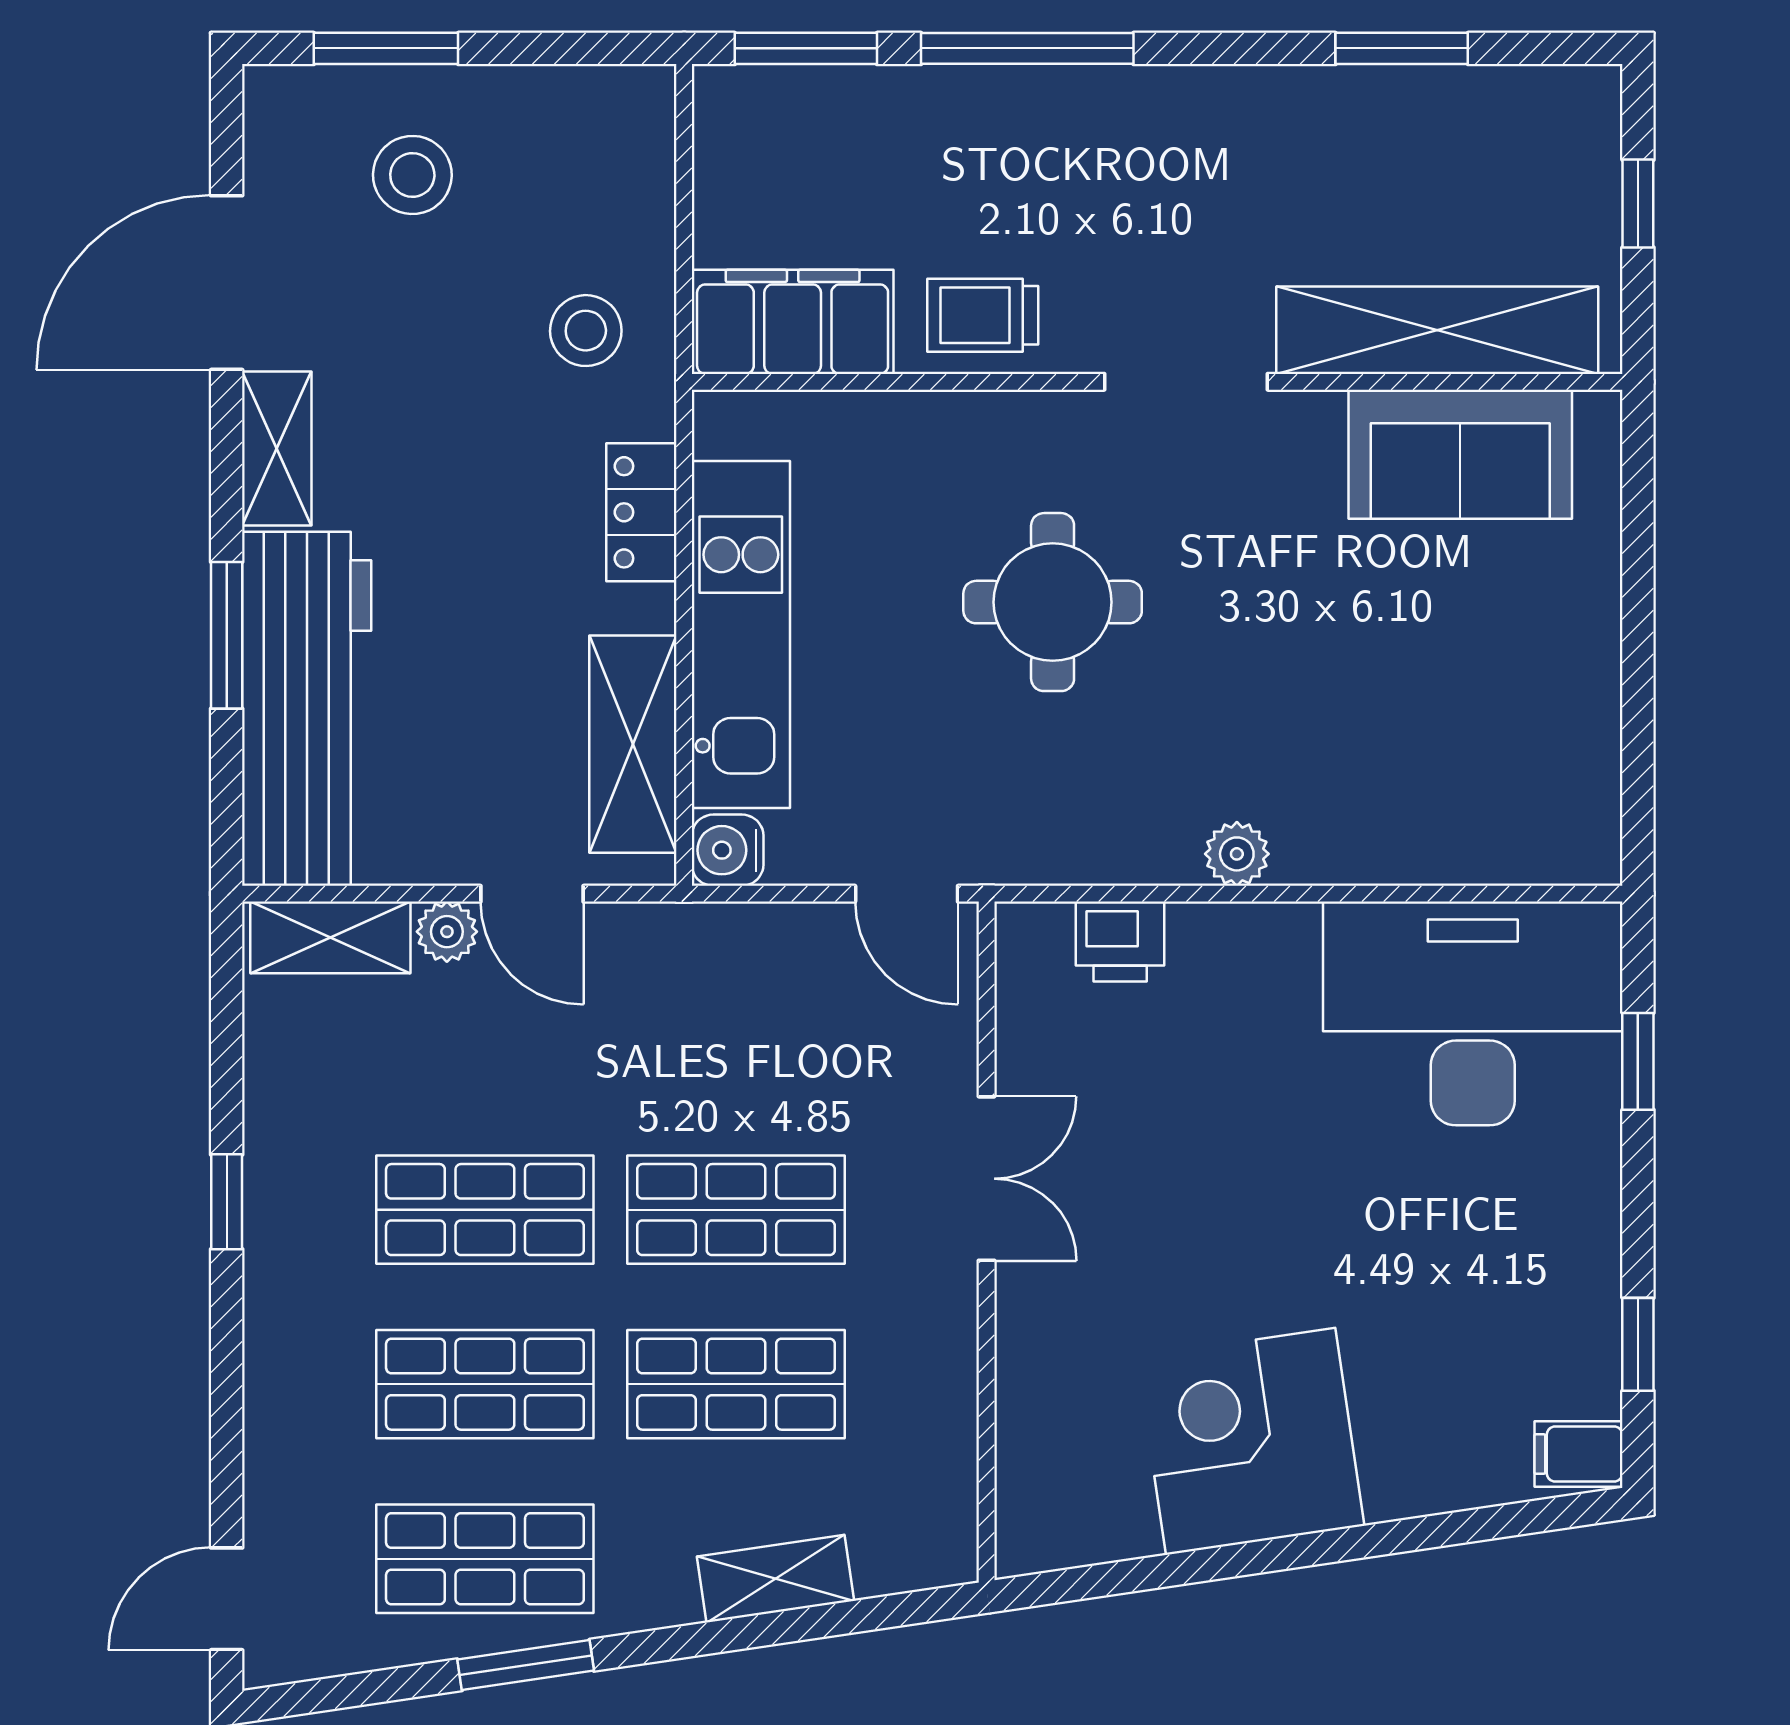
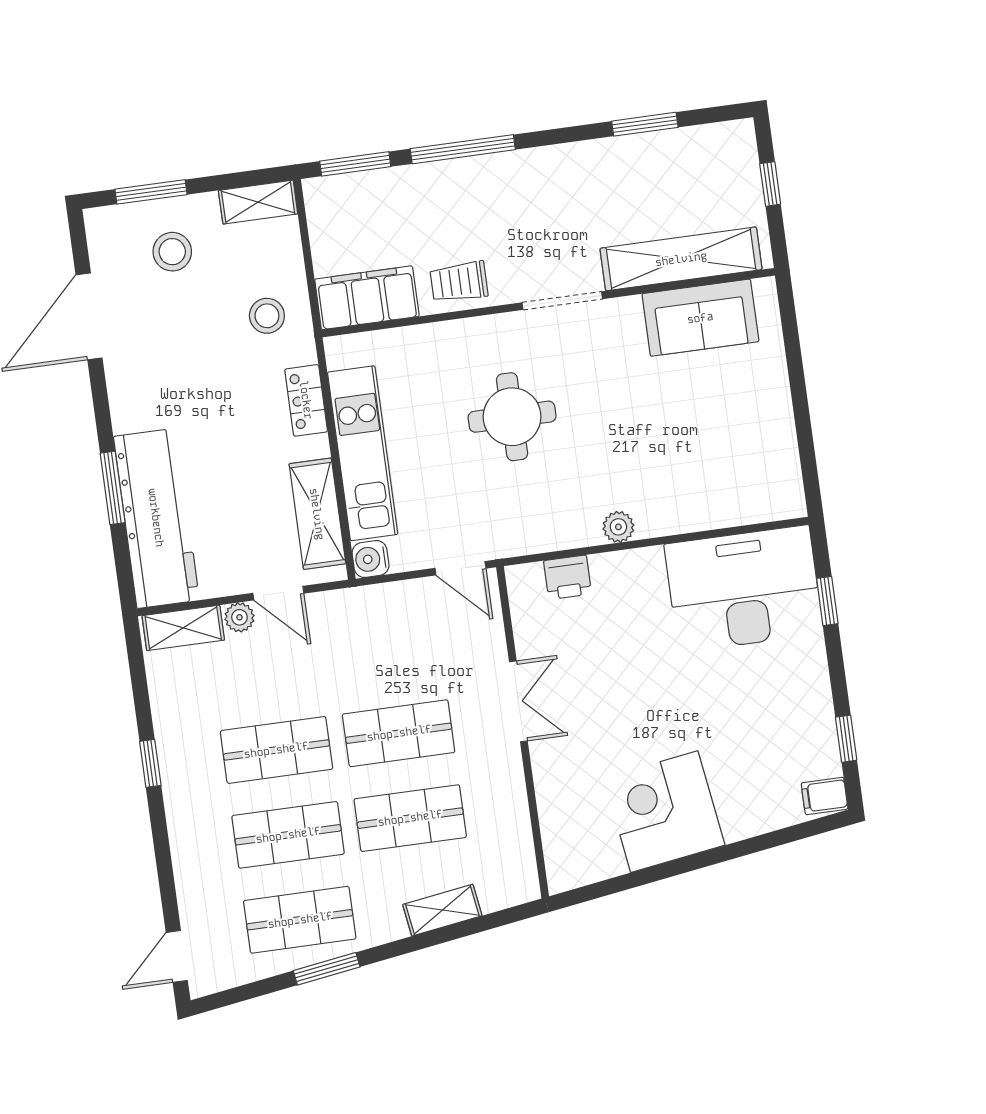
shelving: (277, 448) -> (258, 202), moved, turned 90

